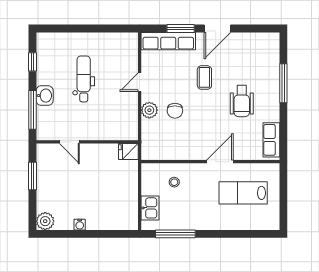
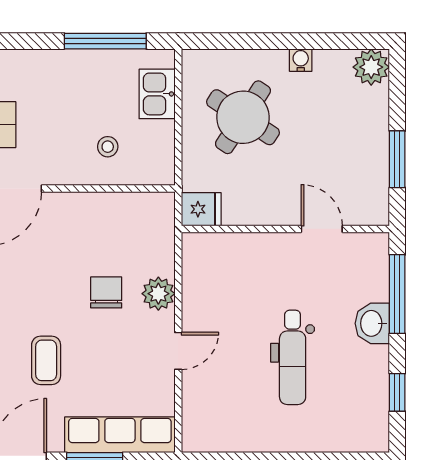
round table: (108, 197) -> (243, 117), added

